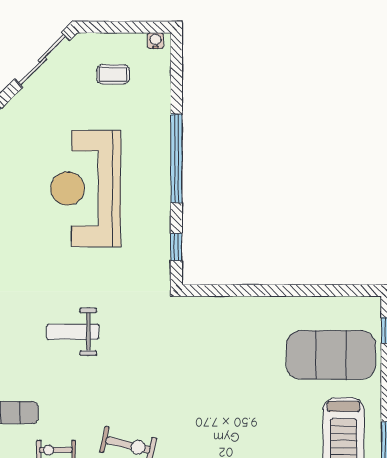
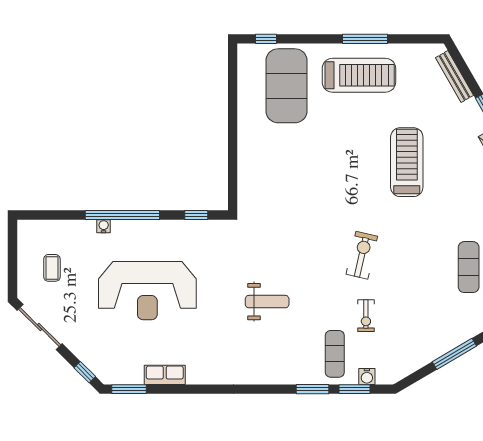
water cooler: (155, 41) -> (104, 226), moved, turned 90
weight bench: (73, 332) -> (267, 302), turned -90

